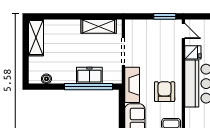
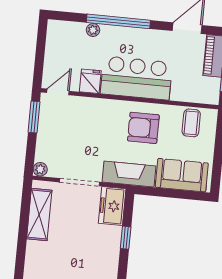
plant: (129, 24) -> (40, 169), added
freezer: (89, 75) -> (112, 206), moved
window: (88, 87) -> (126, 238), width x0.32

